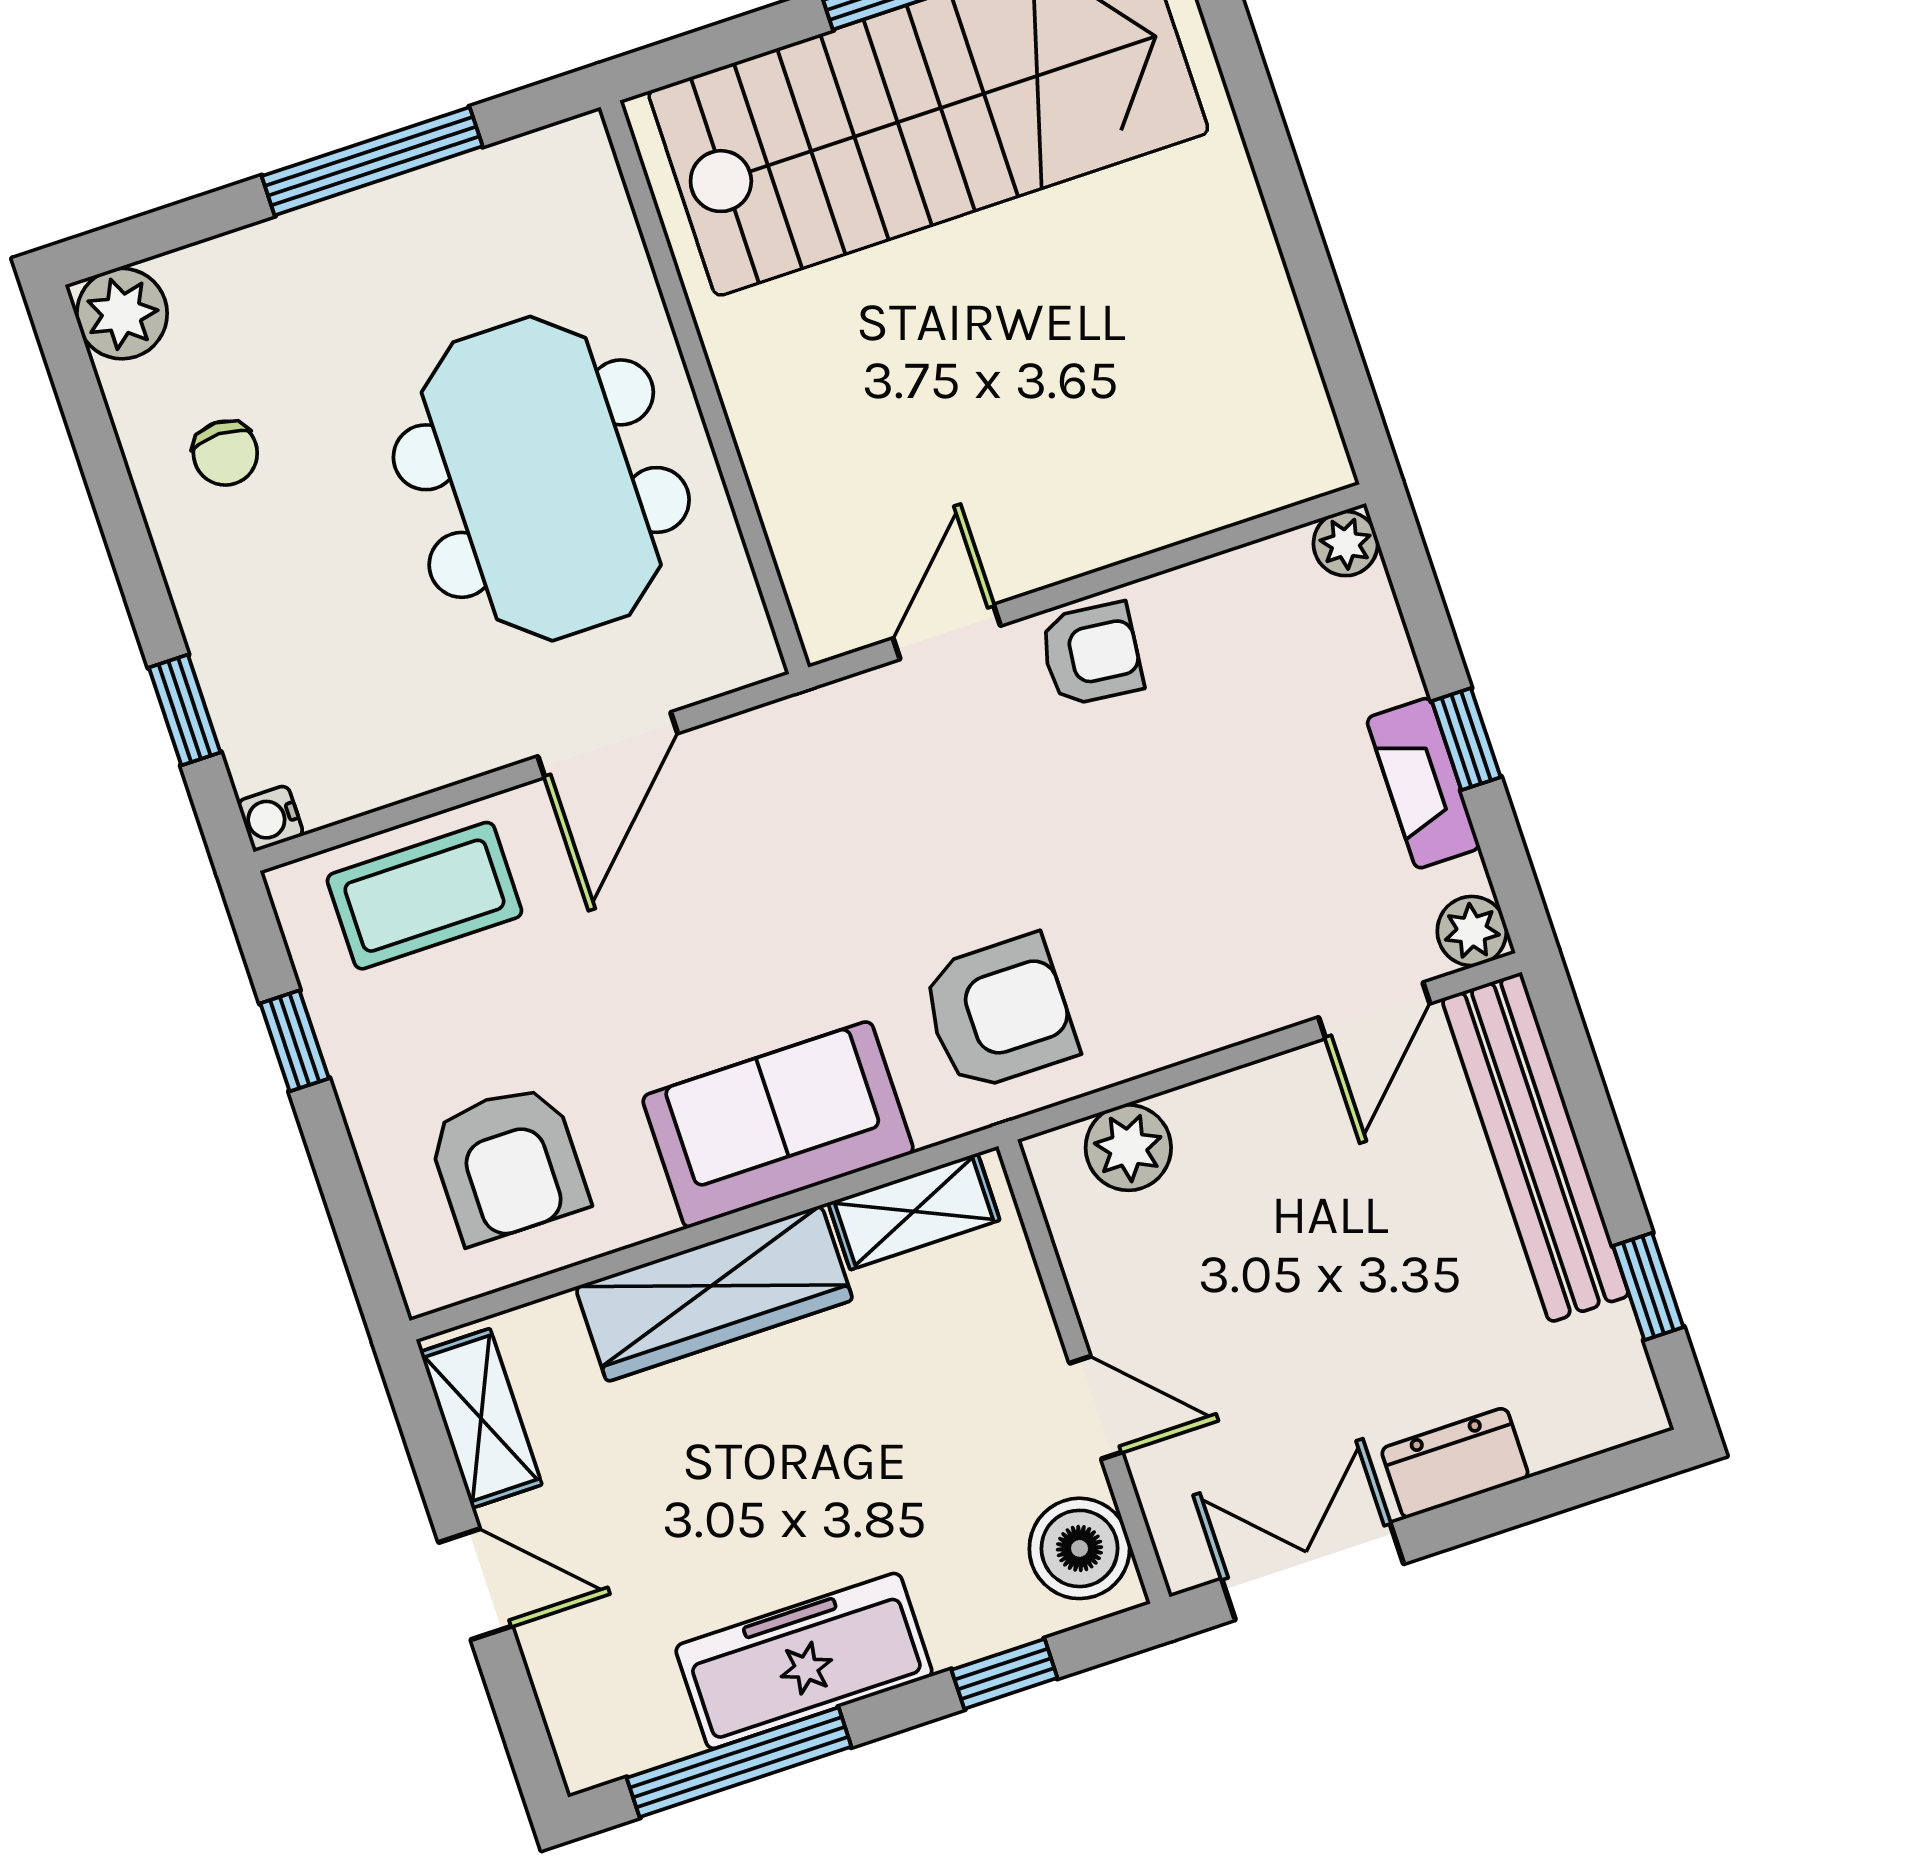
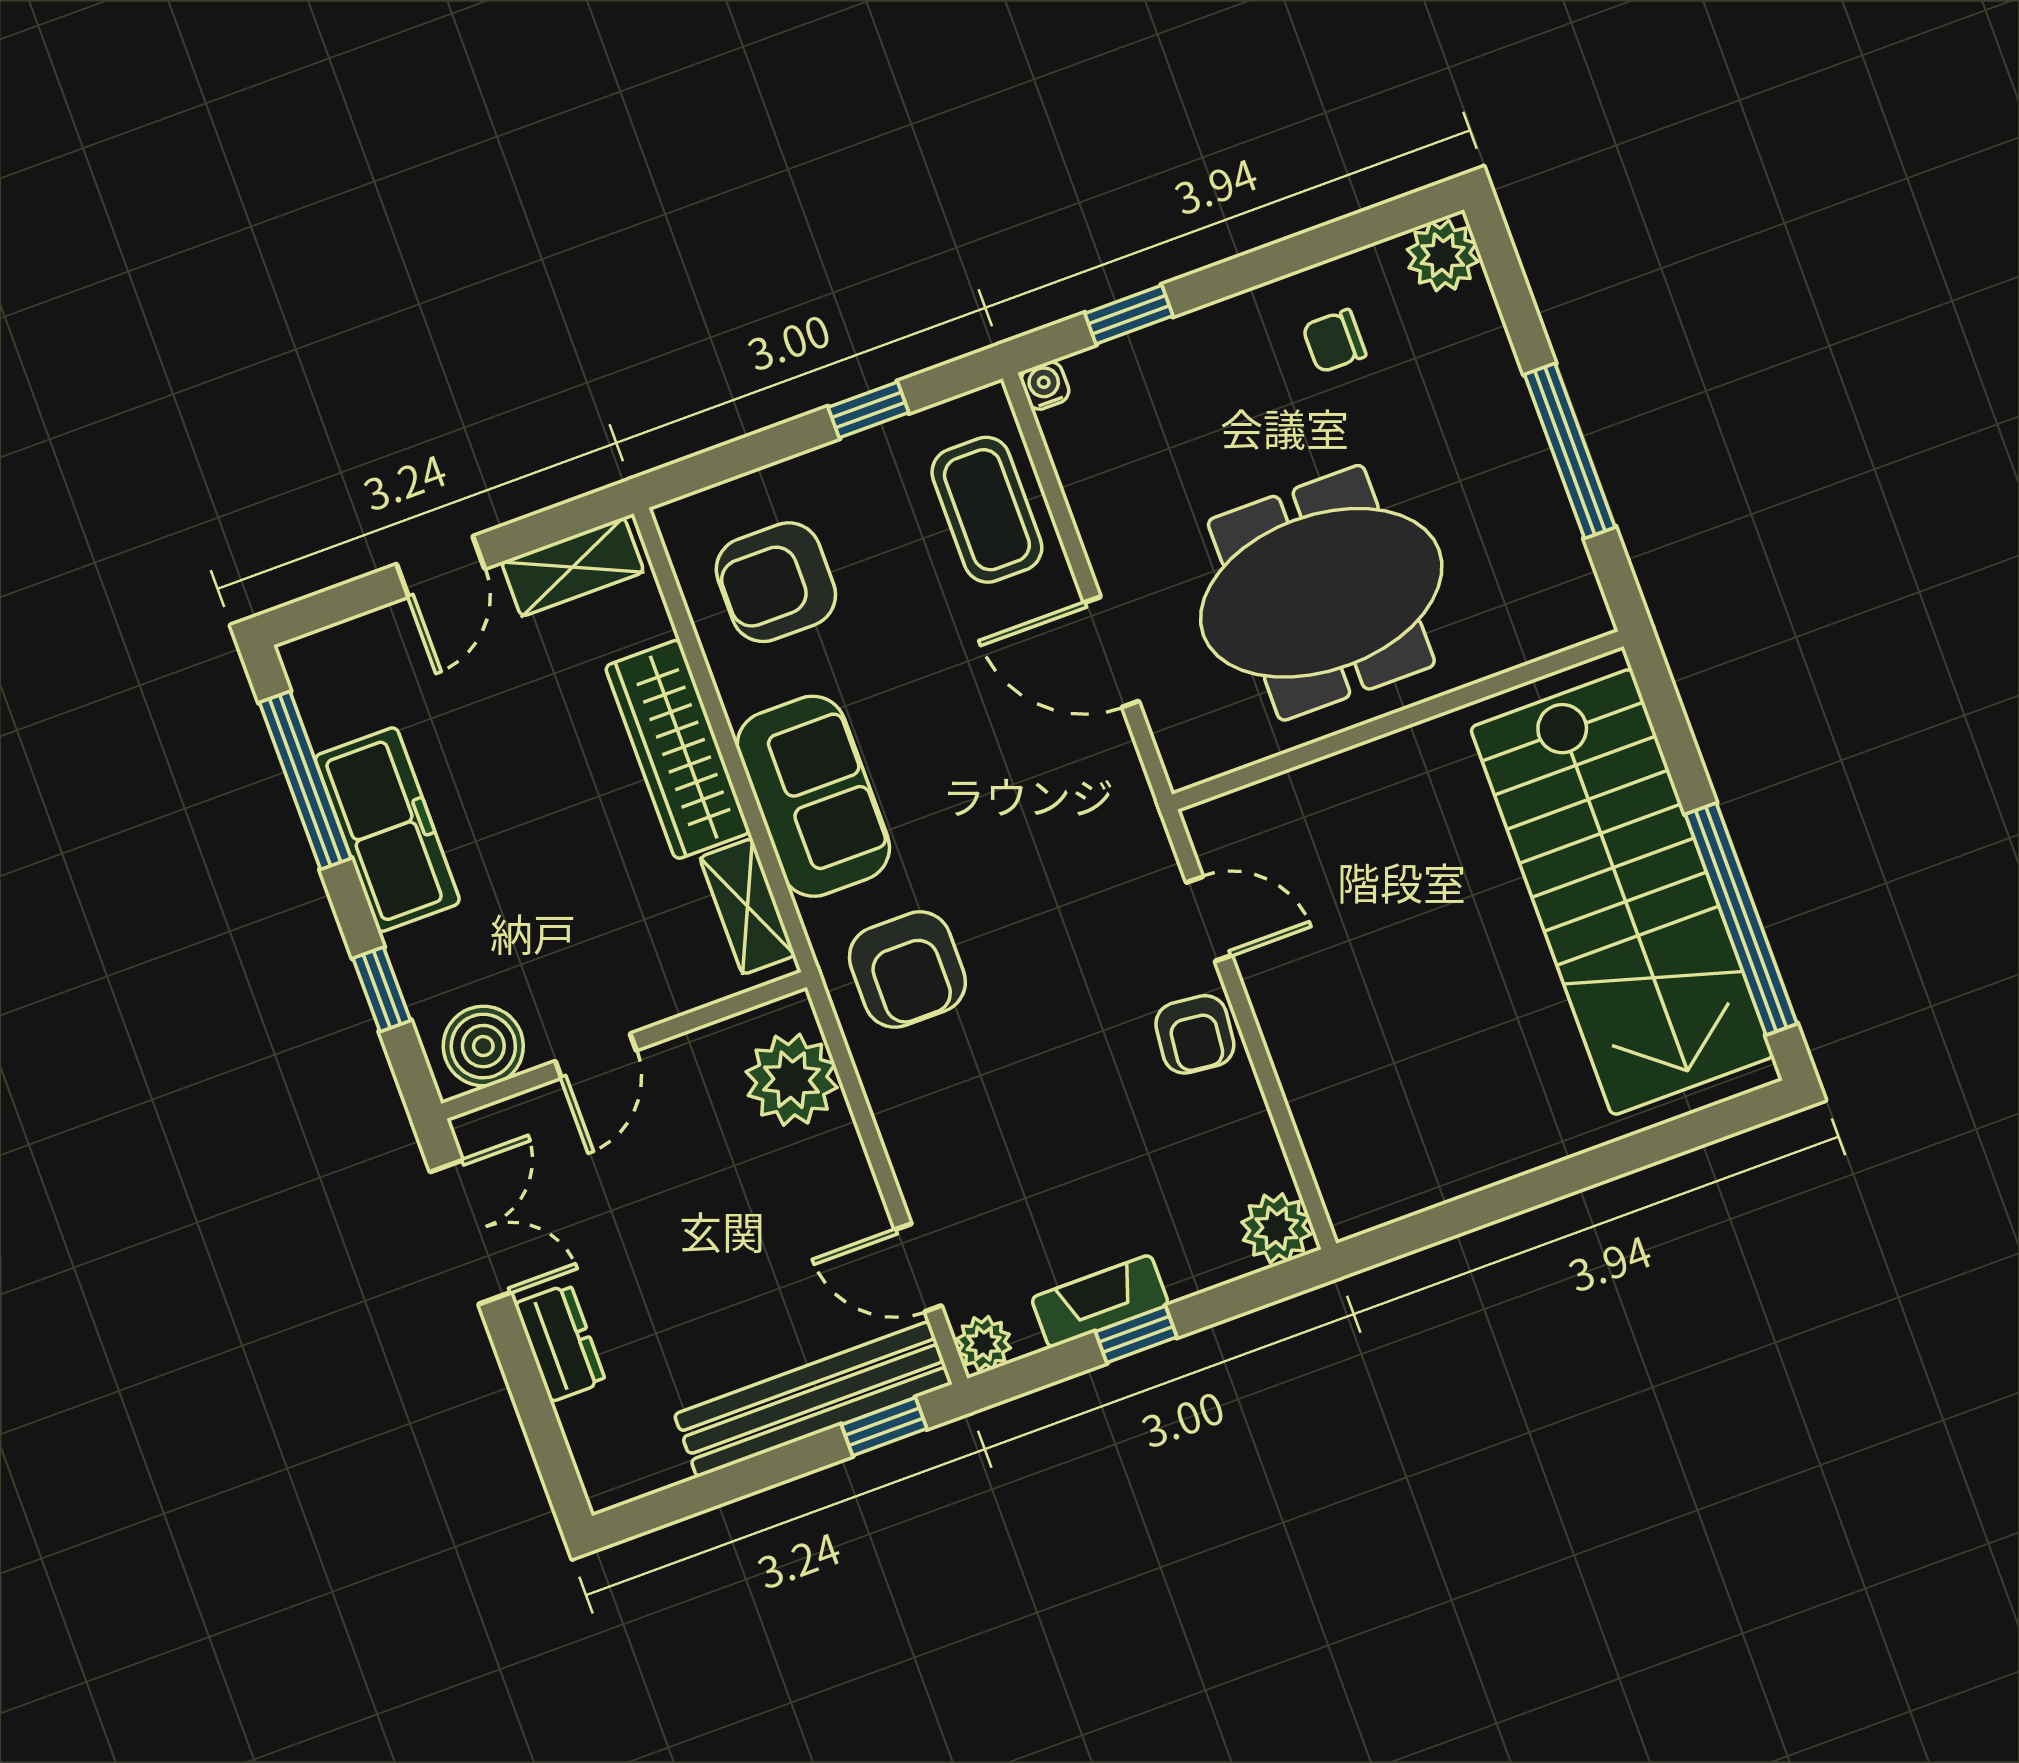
plant: (1346, 544) -> (1276, 1228), width x1.38, depth x1.38
plant: (1128, 1148) -> (792, 1080), width x1.36, depth x1.36
window: (1648, 1286) -> (884, 1427), moved

